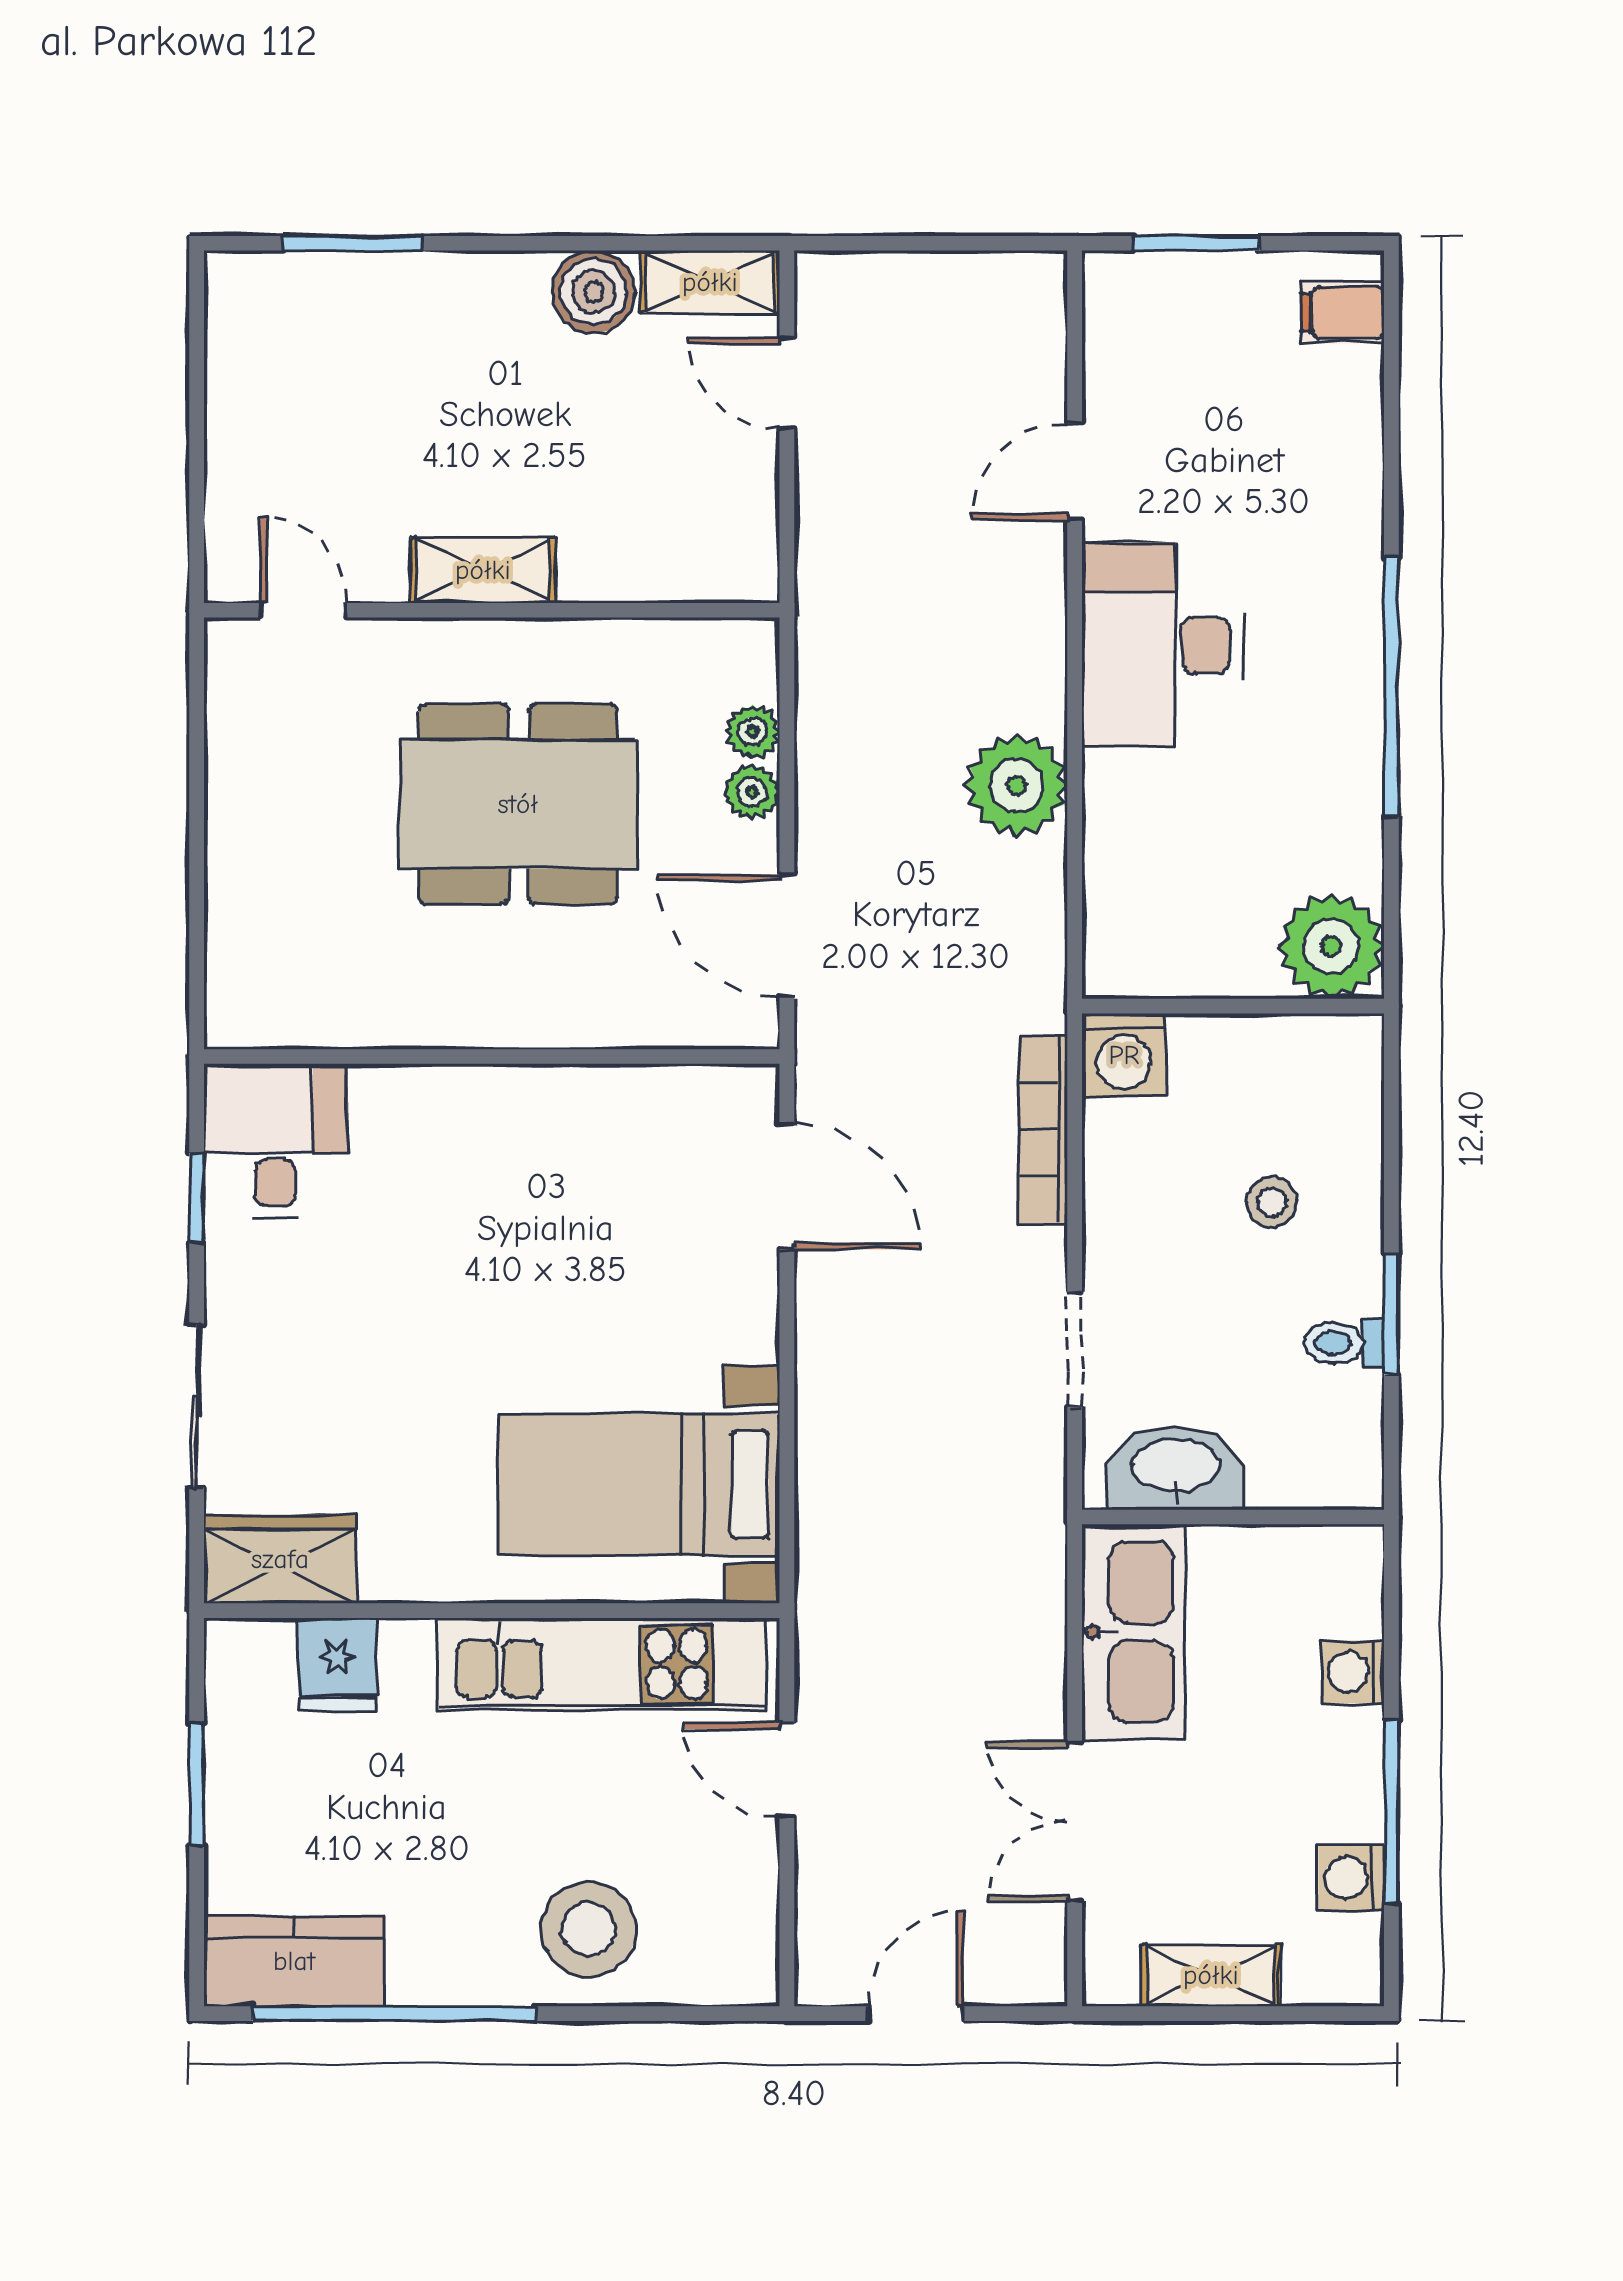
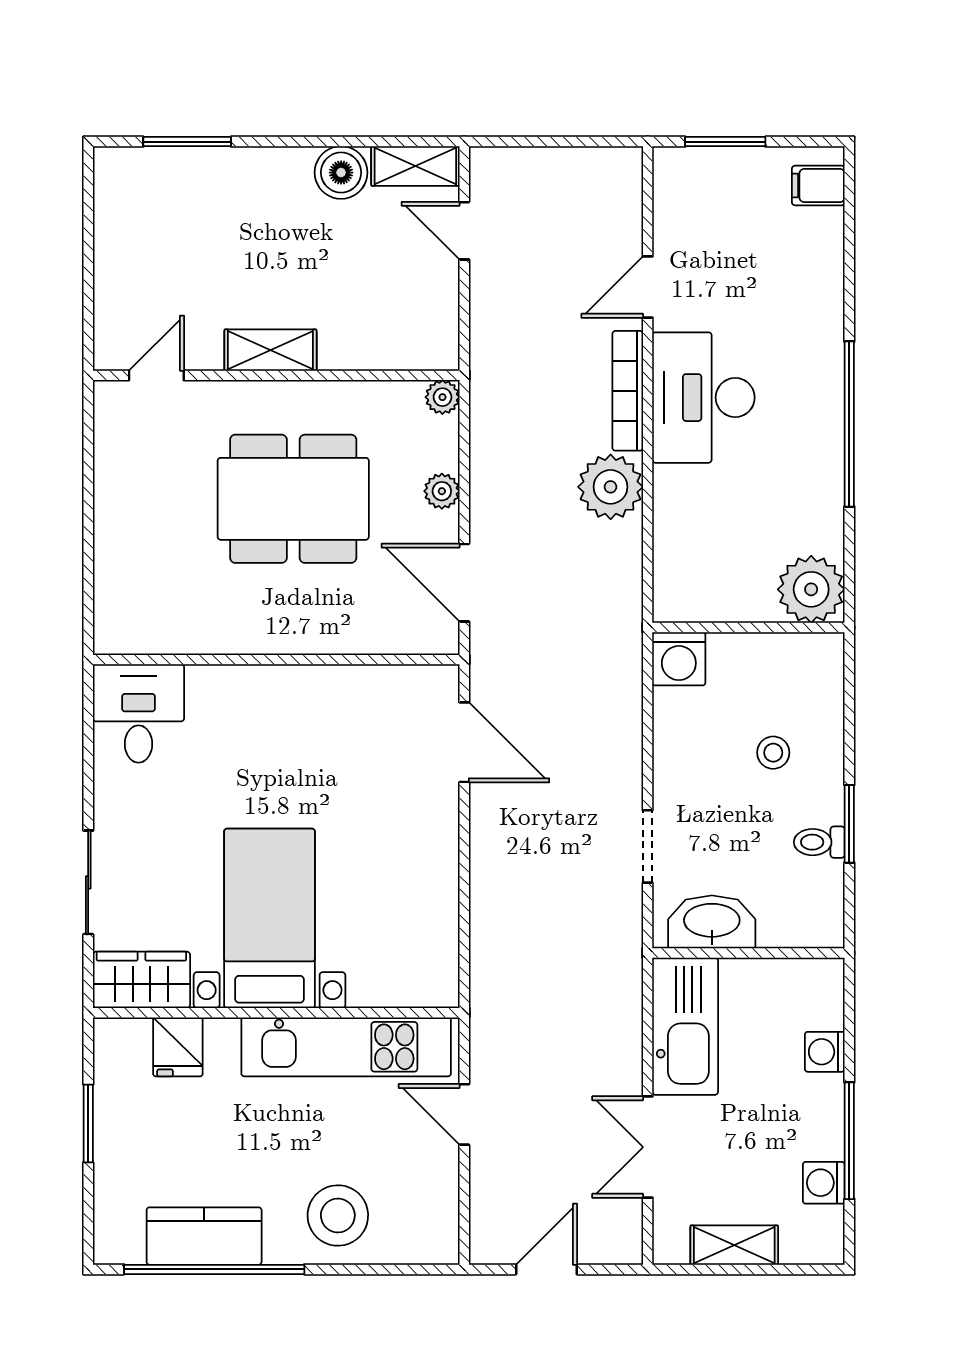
door: (304, 610) -> (156, 375), hinge flipped
plant: (753, 731) -> (442, 397), moved
bookcase: (1043, 1129) -> (628, 391), moved
window: (197, 1198) -> (88, 750), removed
bed with nightstands: (639, 1484) -> (270, 918), moved, turned 90
kitchen counter: (294, 1961) -> (204, 1236), moved

